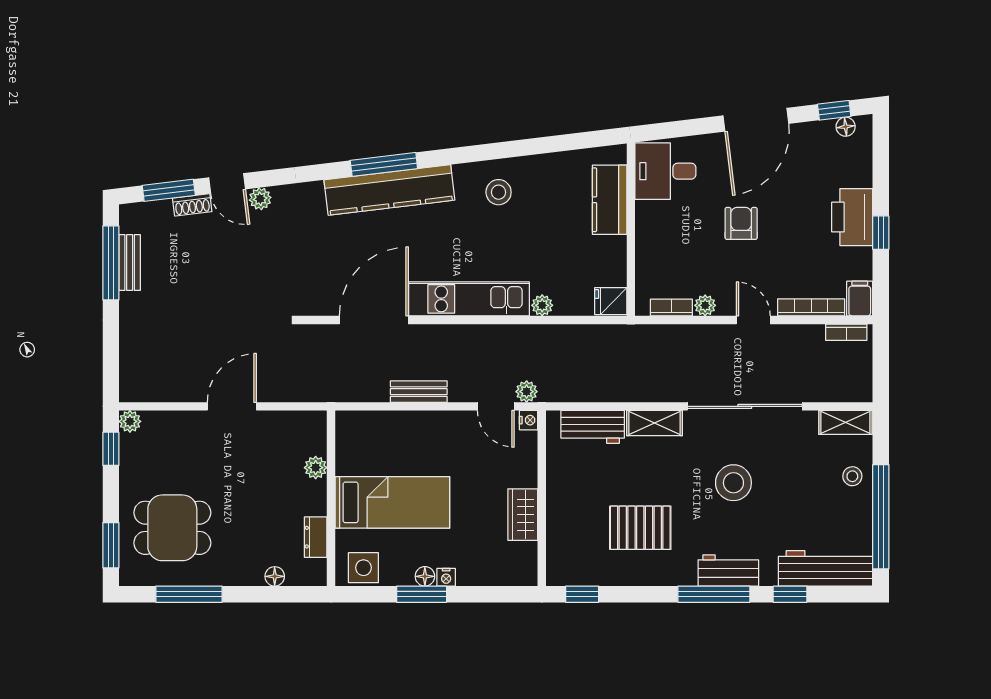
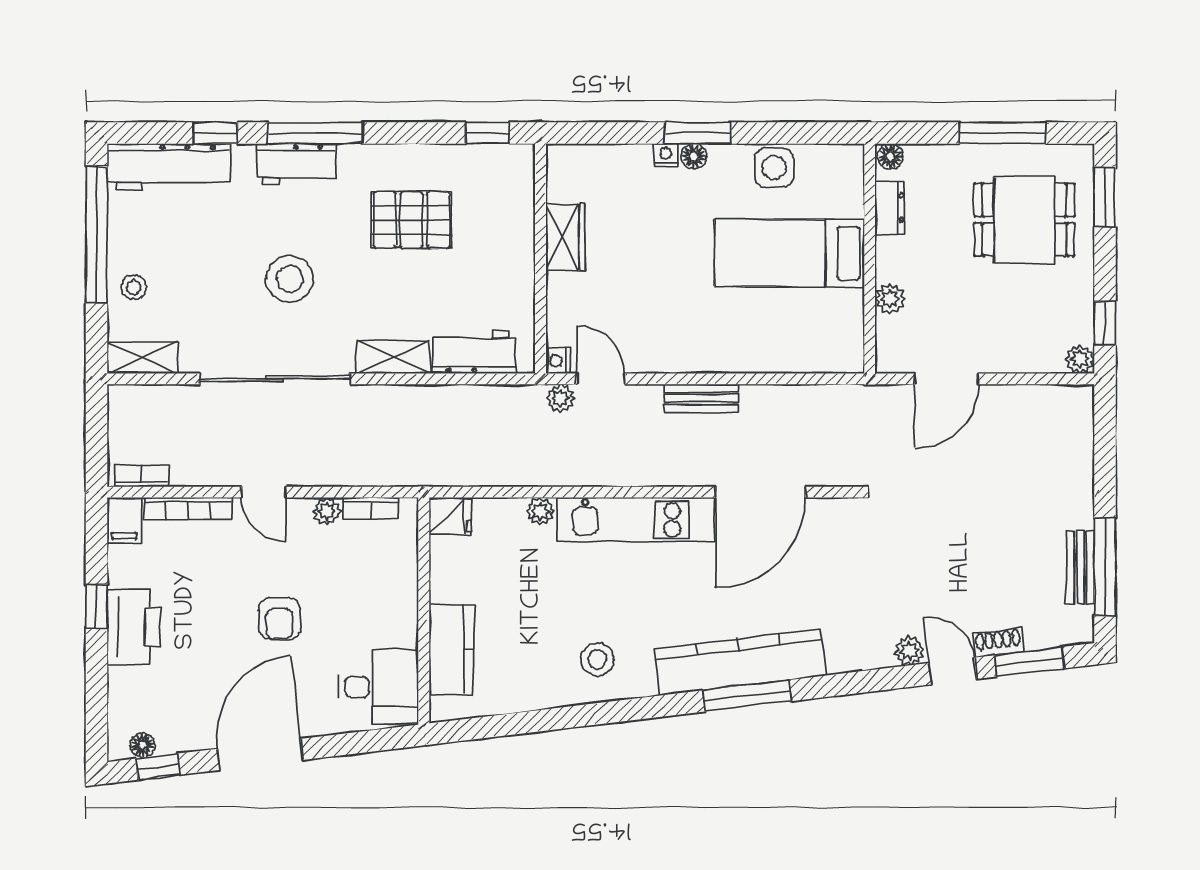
plant: (316, 468) -> (890, 299), moved
wall: (331, 498) -> (870, 259), moved
bed: (392, 502) -> (789, 253), moved
dresser: (316, 537) -> (890, 208), moved

